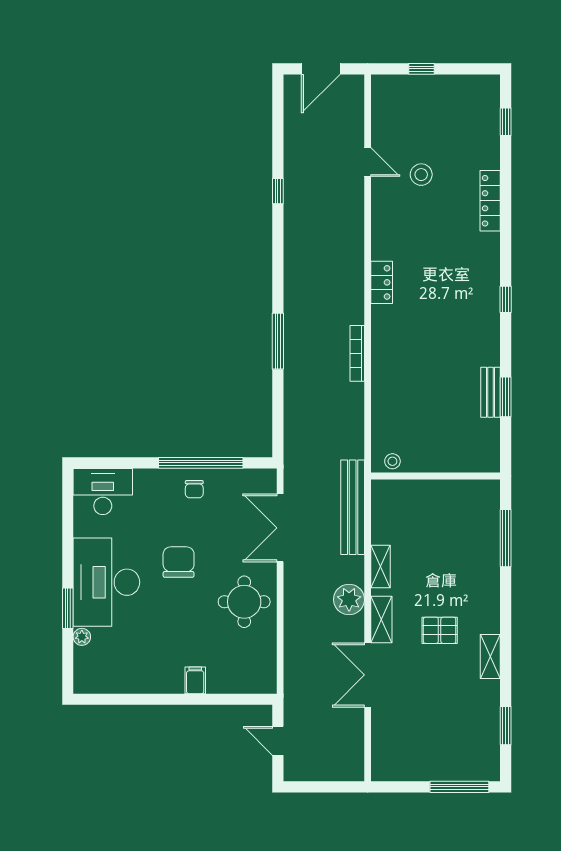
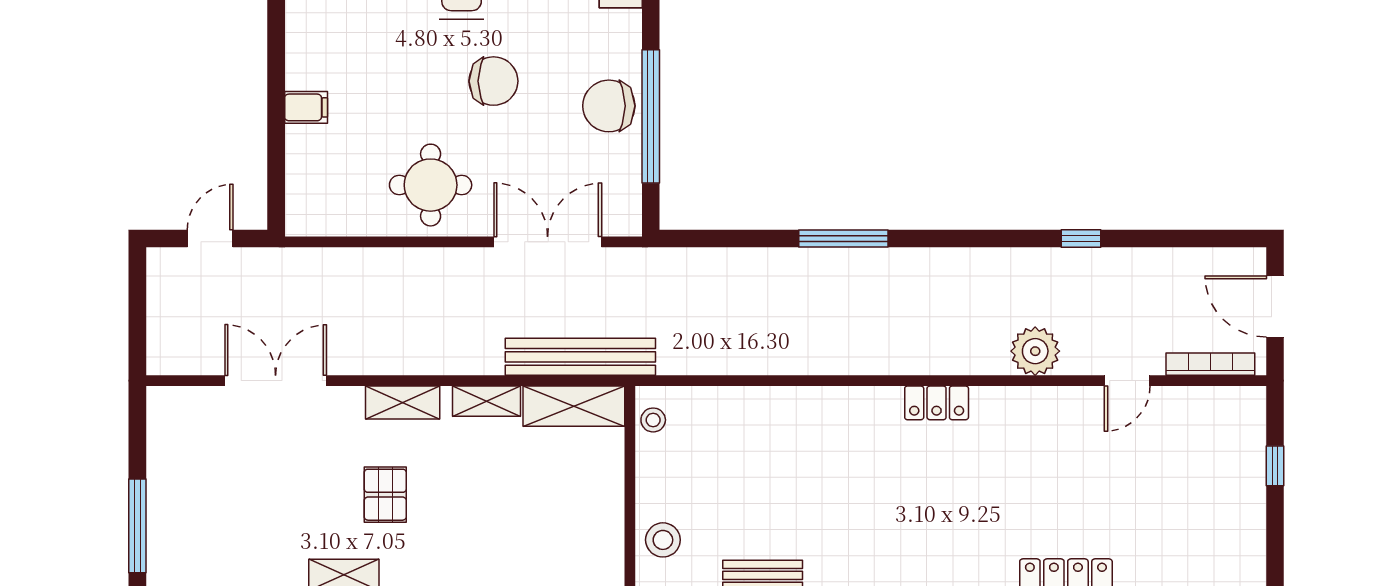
stool: (421, 175) -> (663, 540), moved
bookcase: (357, 353) -> (1210, 364), moved
chair: (194, 489) -> (609, 106), width x1.87, depth x1.87
shelving: (384, 511) -> (574, 406), added
plant: (349, 599) -> (1035, 351), moved
double door: (368, 675) -> (276, 381), moved

